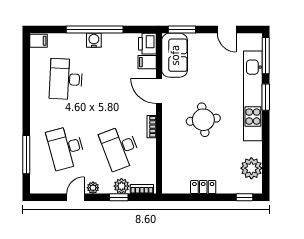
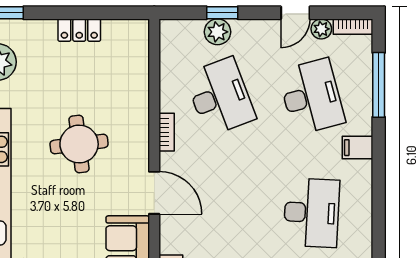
filing cabinet: (147, 62) -> (357, 148), moved, turned 180
plant: (93, 188) -> (321, 29), moved
bookcase: (142, 189) -> (353, 27), moved

